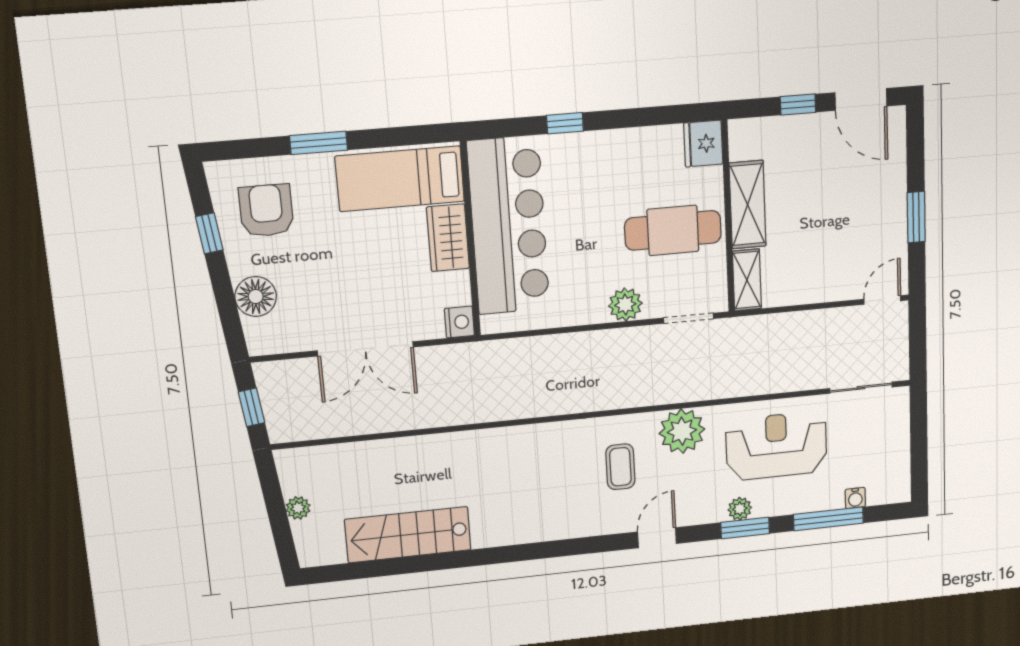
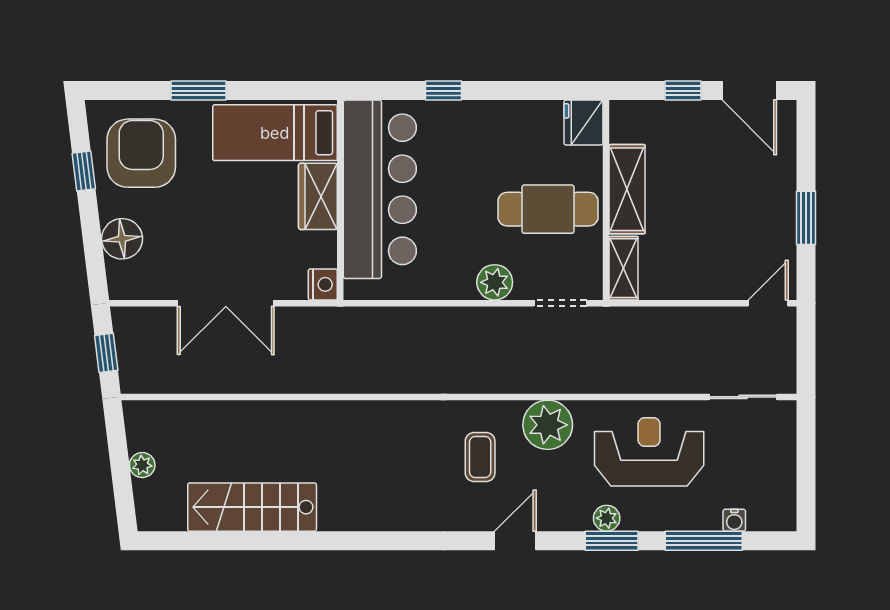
armchair: (266, 211) -> (141, 153), width x1.36, depth x1.36

